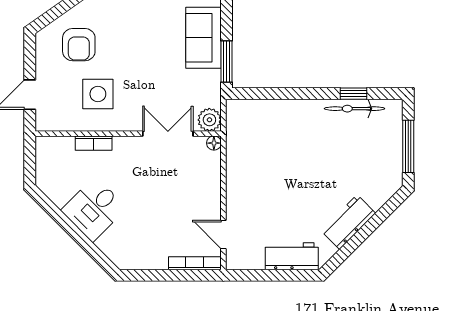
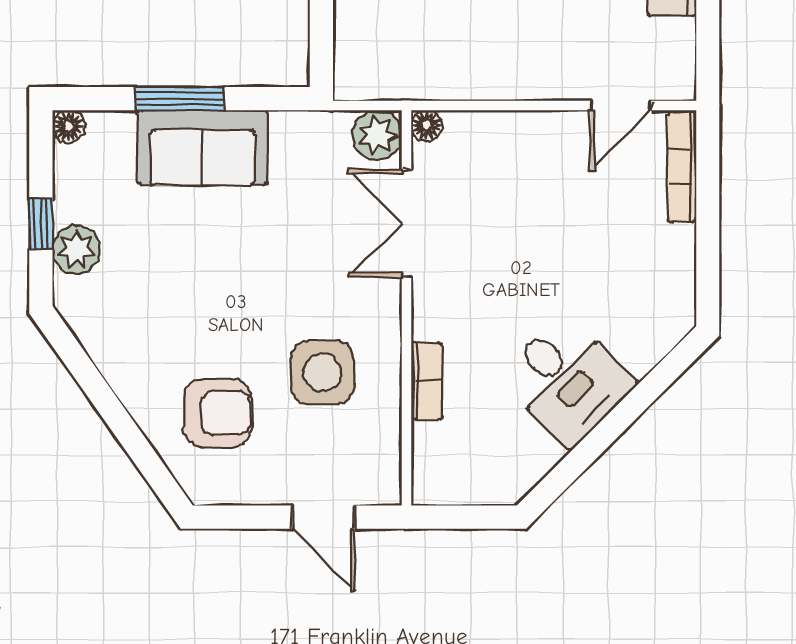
window: (227, 62) -> (180, 99), moved

